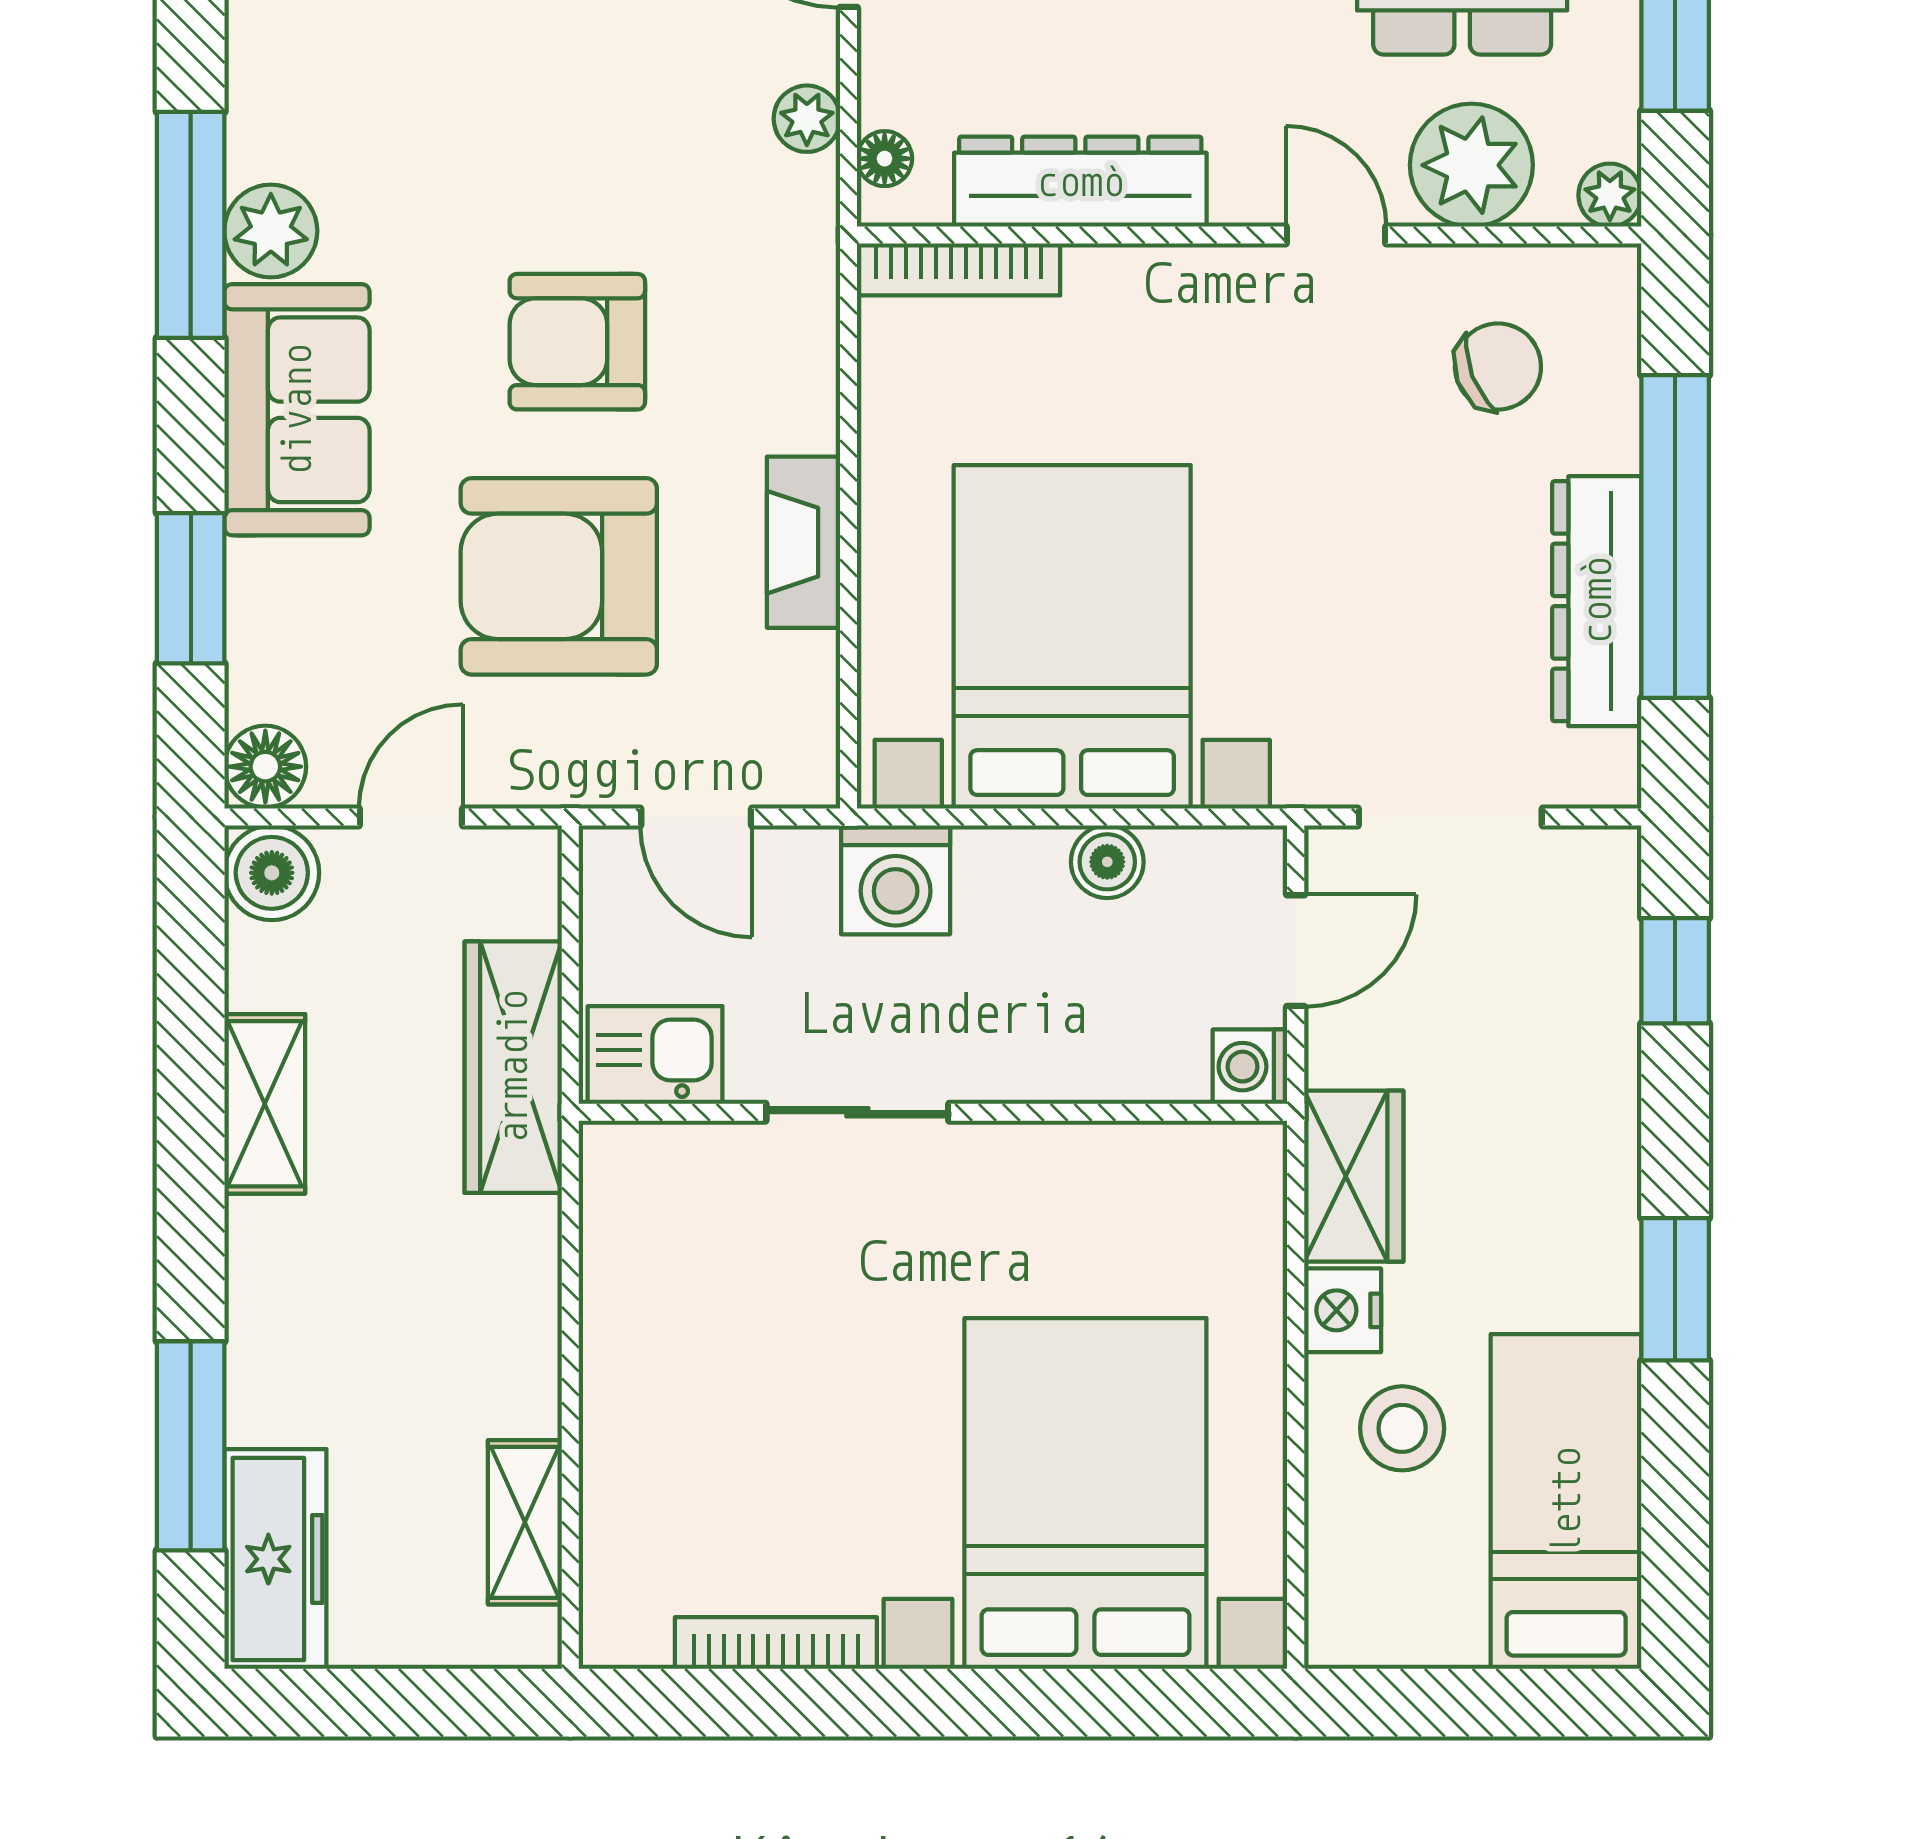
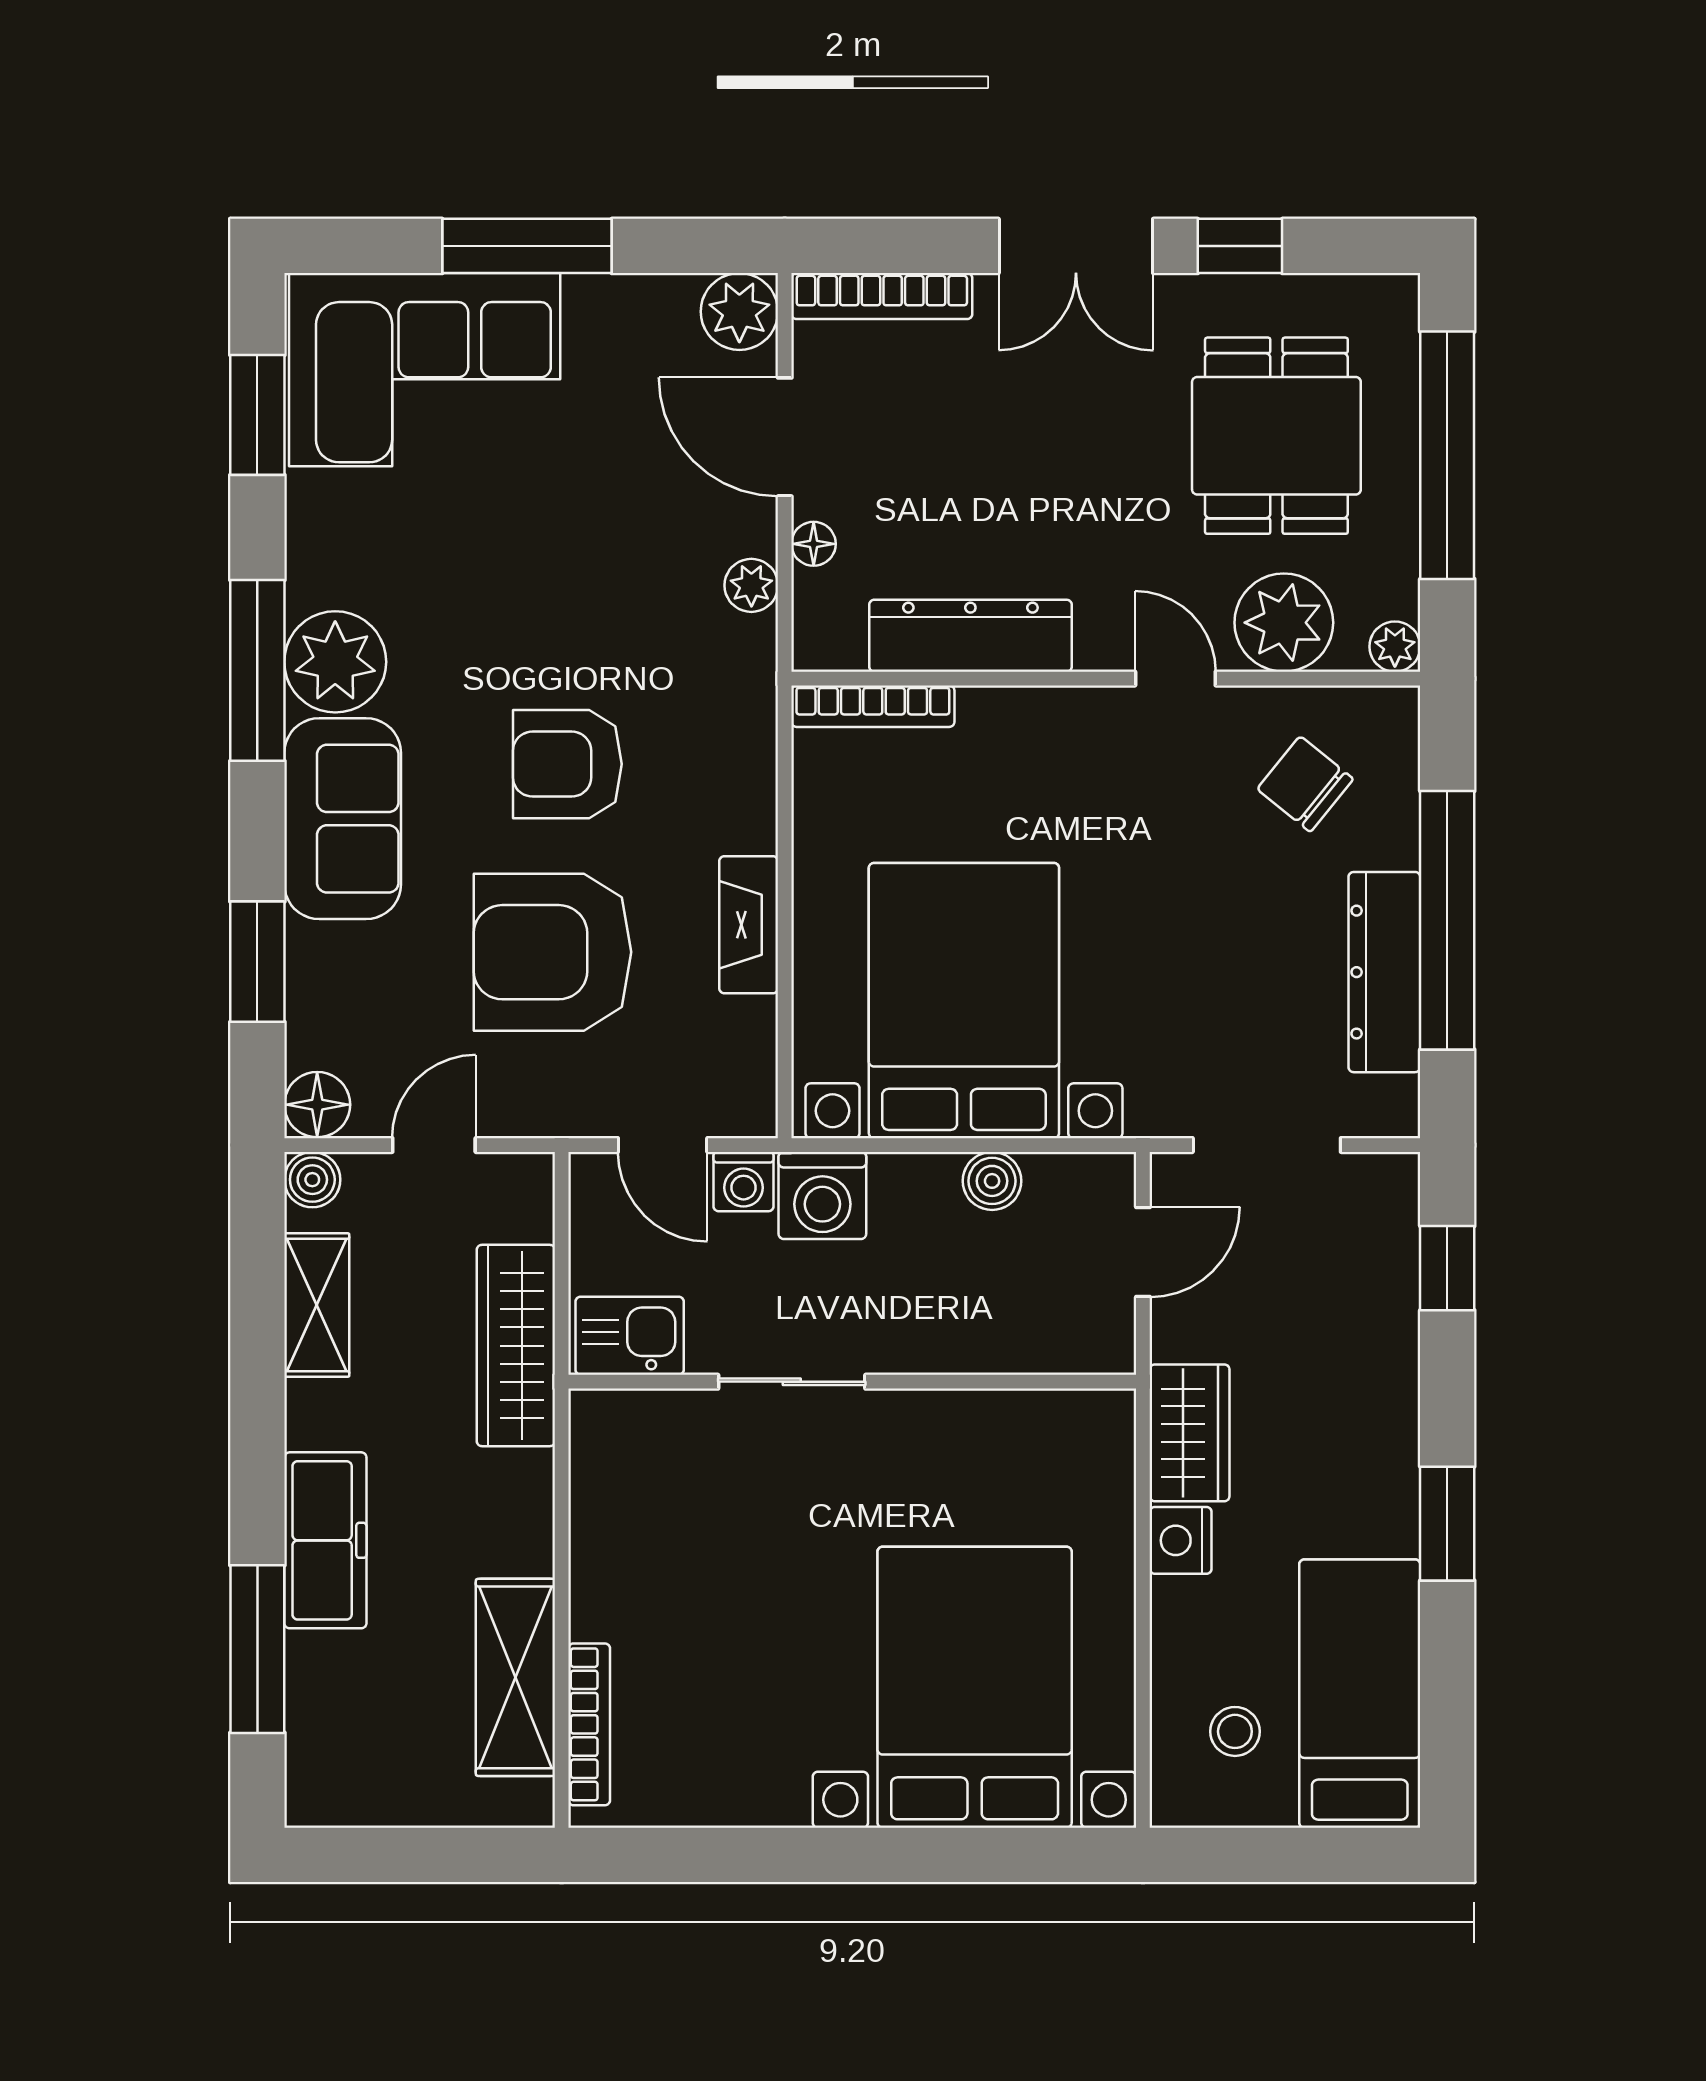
floor lamp: (885, 159) -> (814, 544), moved
plant: (271, 231) -> (335, 662), width x1.36, depth x1.36
chair: (1498, 366) -> (1305, 784), turned -120
boiler: (272, 873) -> (312, 1180), width x0.73, depth x0.73
washing machine: (1250, 1067) -> (744, 1182), moved, turned -90
shelving: (265, 1104) -> (317, 1305), moved
stool: (1402, 1428) -> (1235, 1731), moved, width x0.73, depth x0.73
shelving: (525, 1522) -> (515, 1677), width x1.50, depth x1.33
freezer: (275, 1559) -> (325, 1540), moved
bookcase: (776, 1643) -> (589, 1724), moved, turned 90

